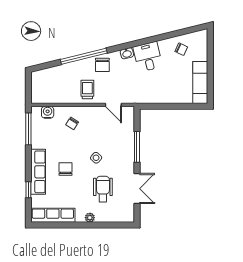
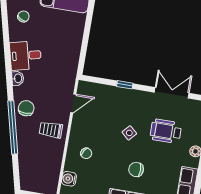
chair: (102, 65) -> (26, 108), turned -90
window: (137, 147) -> (125, 85), width x0.46

